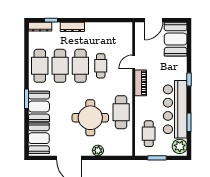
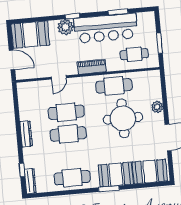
dresser: (72, 27) -> (26, 134), moved
door: (134, 62) -> (59, 77), hinge flipped
cafe table: (60, 66) -> (70, 156), removed
cafe table: (101, 66) -> (66, 112), width x1.37, depth x1.35
piano: (141, 83) -> (92, 67), moved
plant: (180, 146) -> (65, 27), moved

